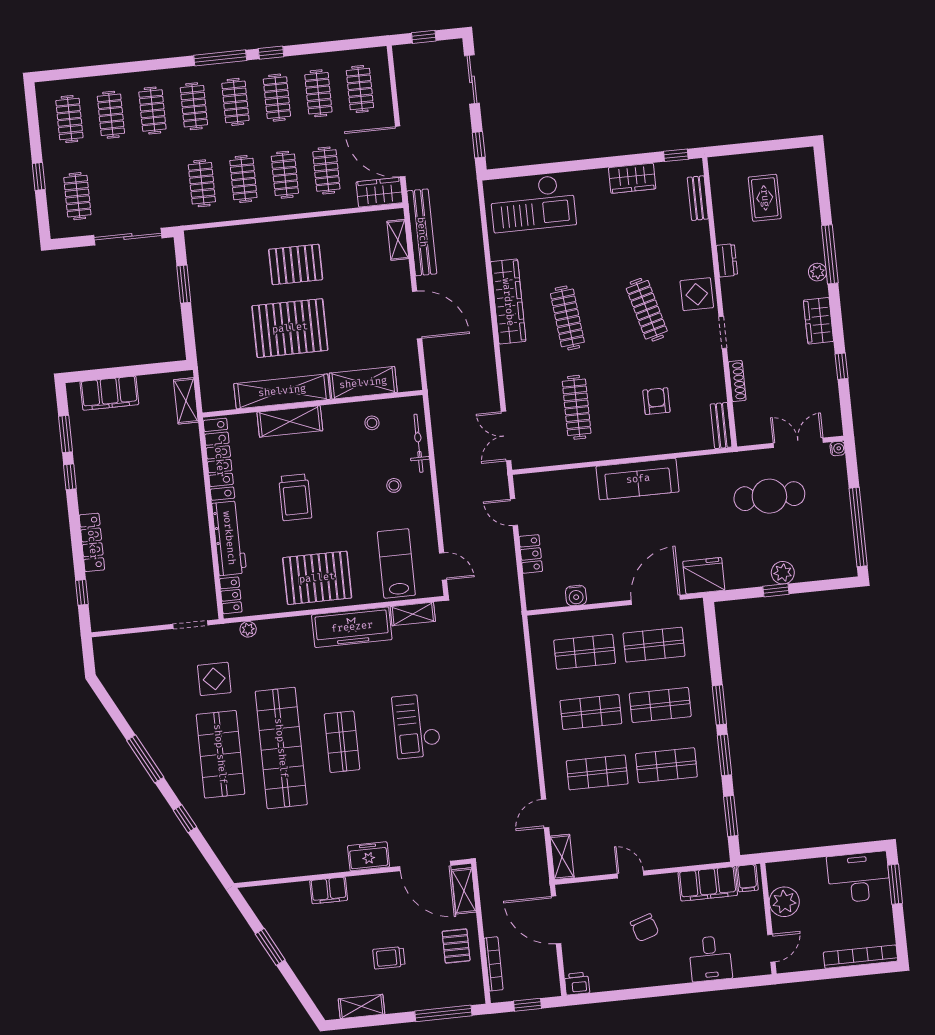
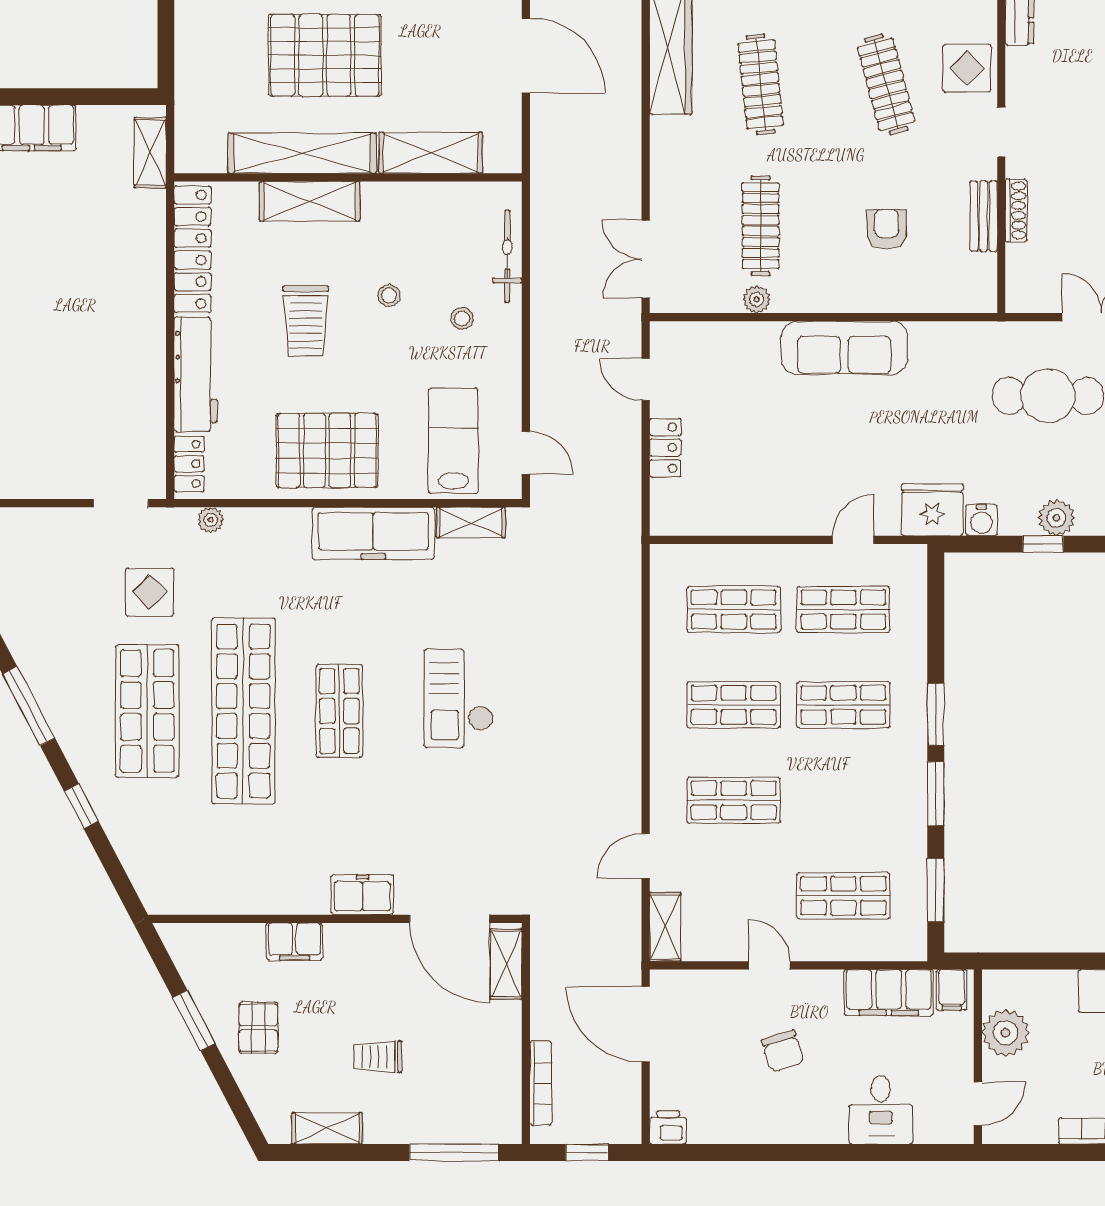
stool: (372, 423) -> (389, 296), moved
bench: (721, 426) -> (984, 216), moved
plant: (579, 454) -> (757, 299), added
water cooler: (576, 596) -> (981, 520), moved
door: (656, 600) -> (853, 540), width x0.53
shop shelf: (666, 765) -> (843, 896), moved
pallet: (456, 946) -> (258, 1028), moved

